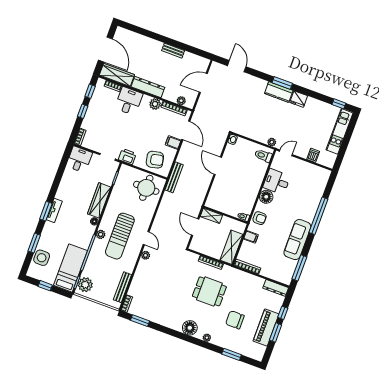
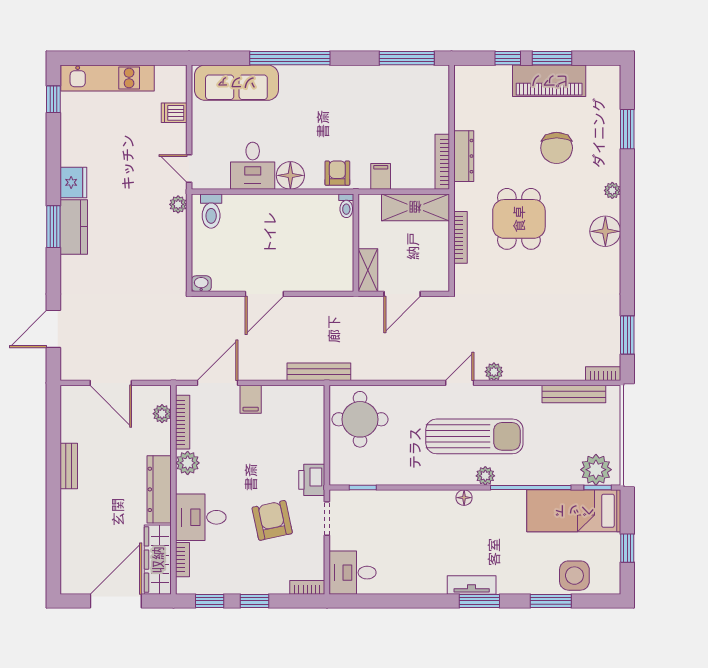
armchair: (155, 160) -> (272, 520), moved
wardrobe: (99, 200) -> (419, 503), removed
sofa: (297, 240) -> (236, 83), moved
dresser: (276, 288) -> (464, 156), moved

